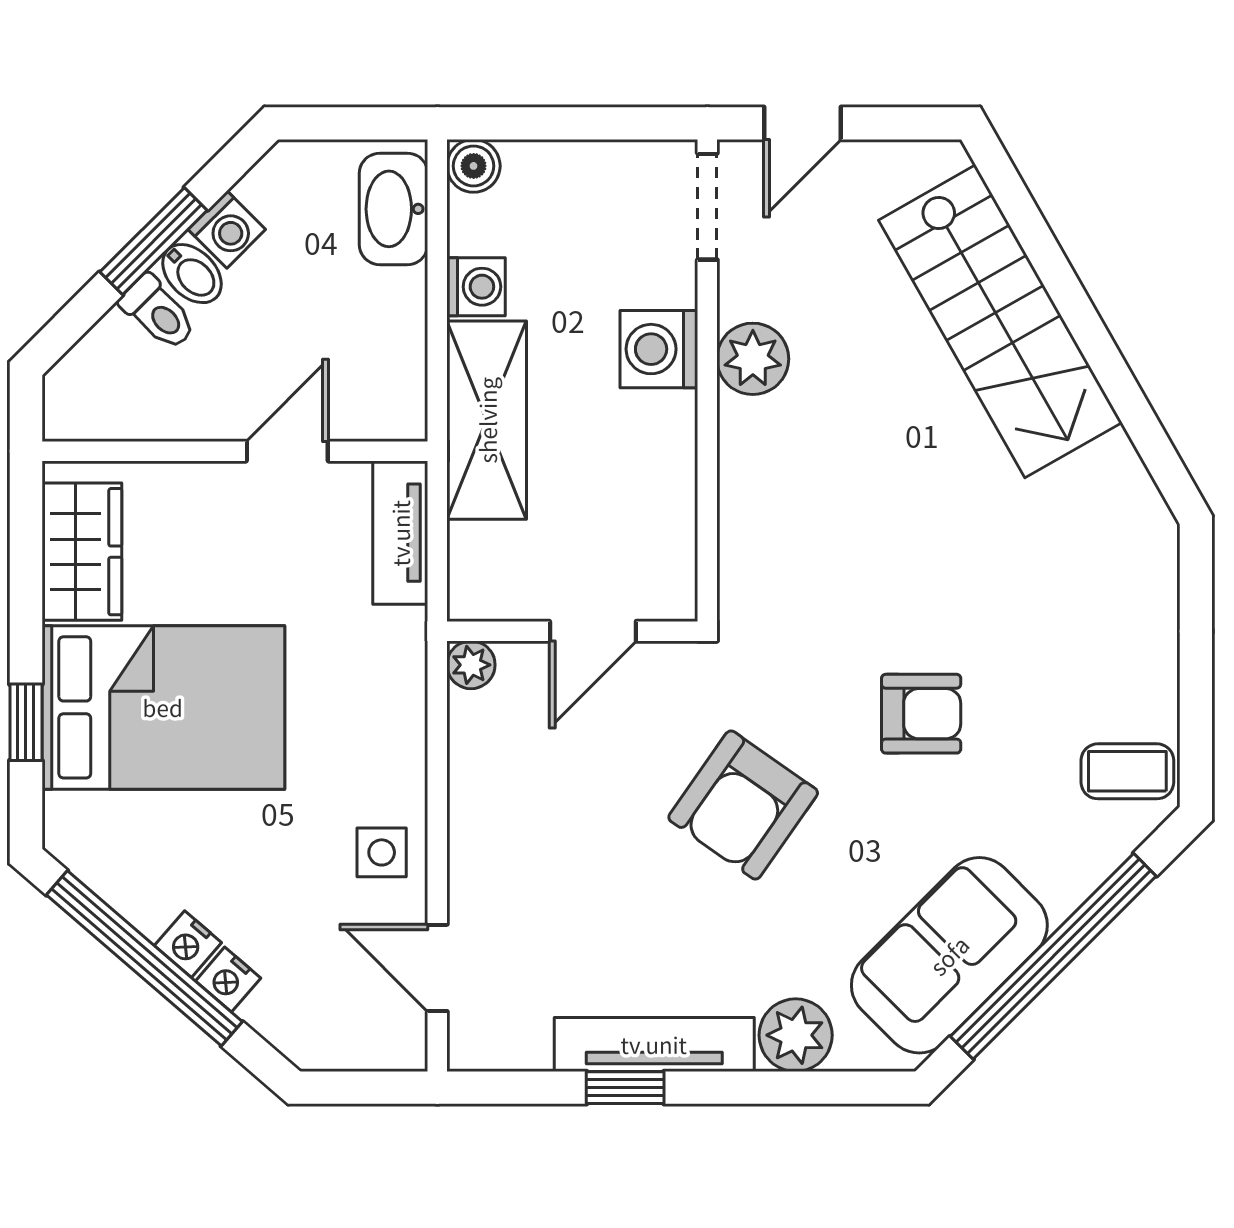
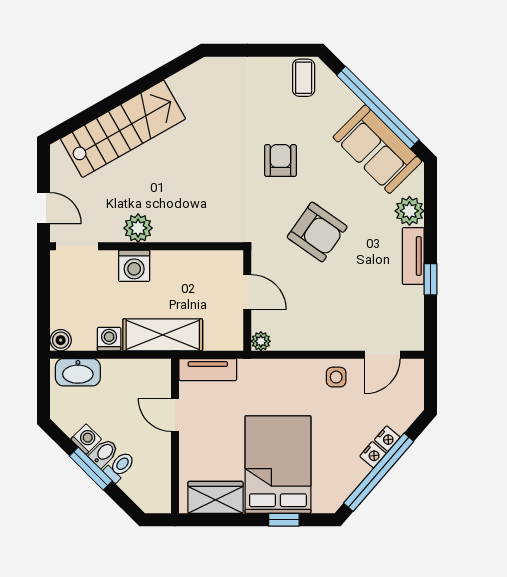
tv unit: (654, 1044) -> (413, 256), width x0.71

